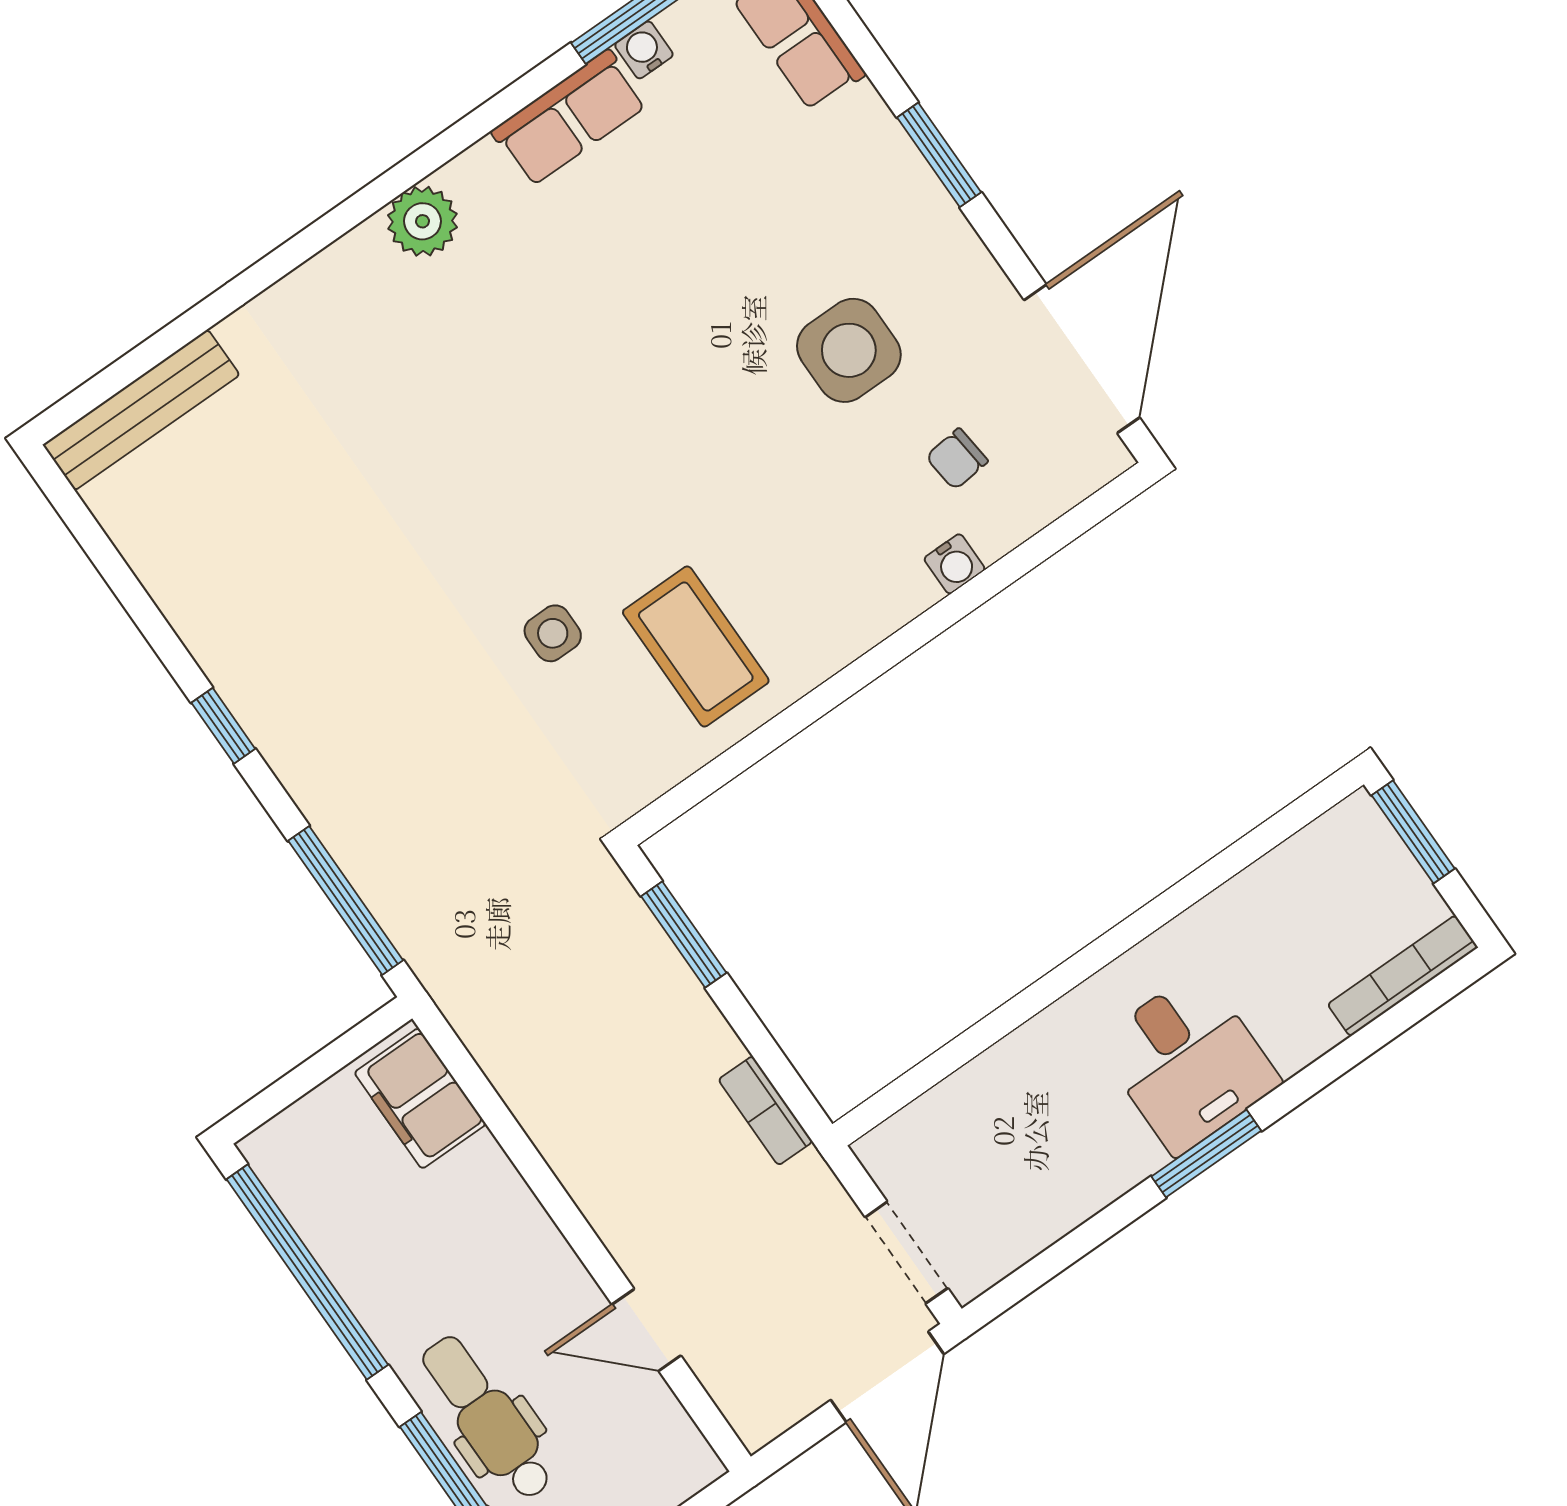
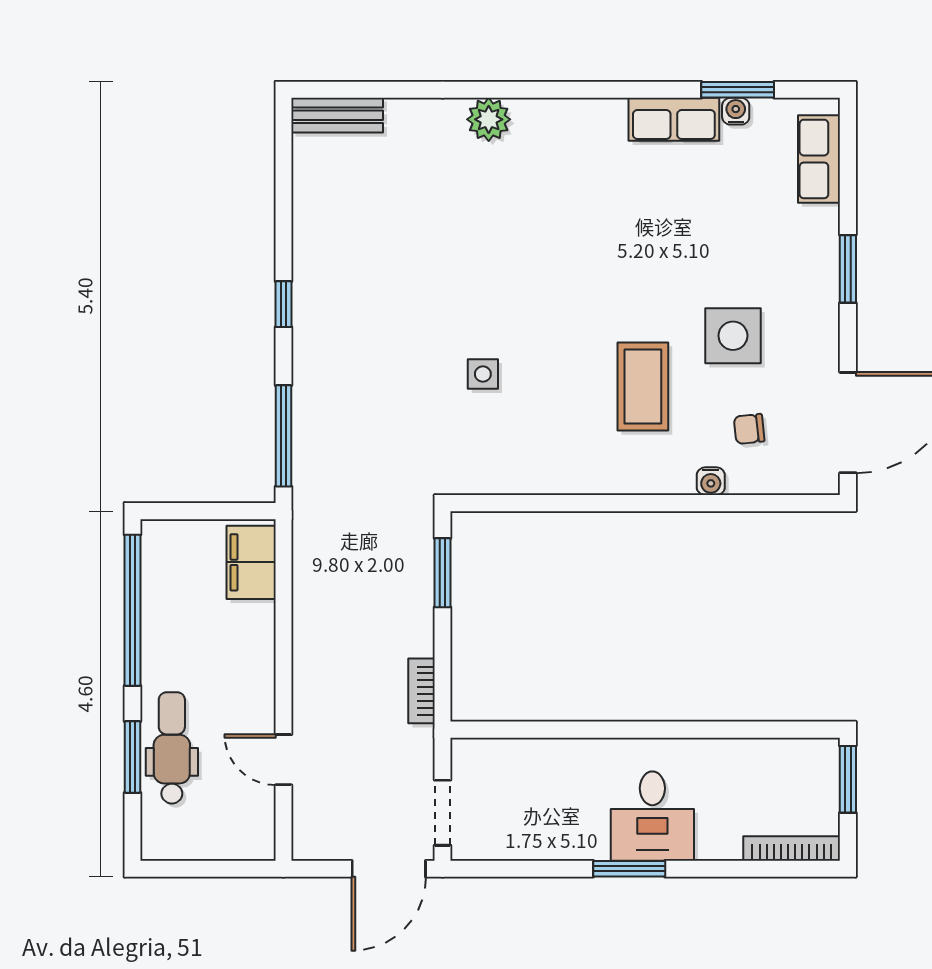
plant: (422, 221) -> (489, 119), moved
bench: (141, 410) -> (337, 115), width x0.73
coffee table: (696, 646) -> (643, 387), moved

